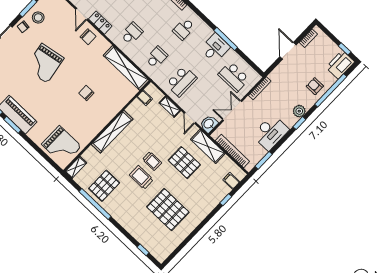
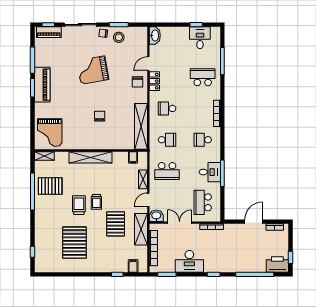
school desk: (132, 33) -> (167, 108), turned 180
armchair: (315, 86) -> (247, 261), removed
plant: (299, 111) -> (221, 267), removed

